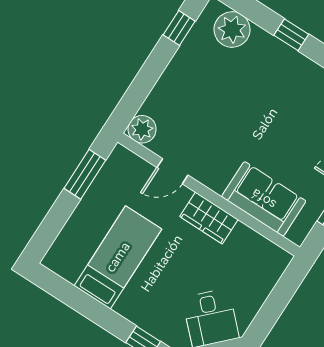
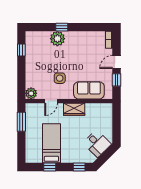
plant: (232, 30) -> (57, 39), moved
side table: (220, 136) -> (60, 78), added
window: (84, 304) -> (50, 167), added

